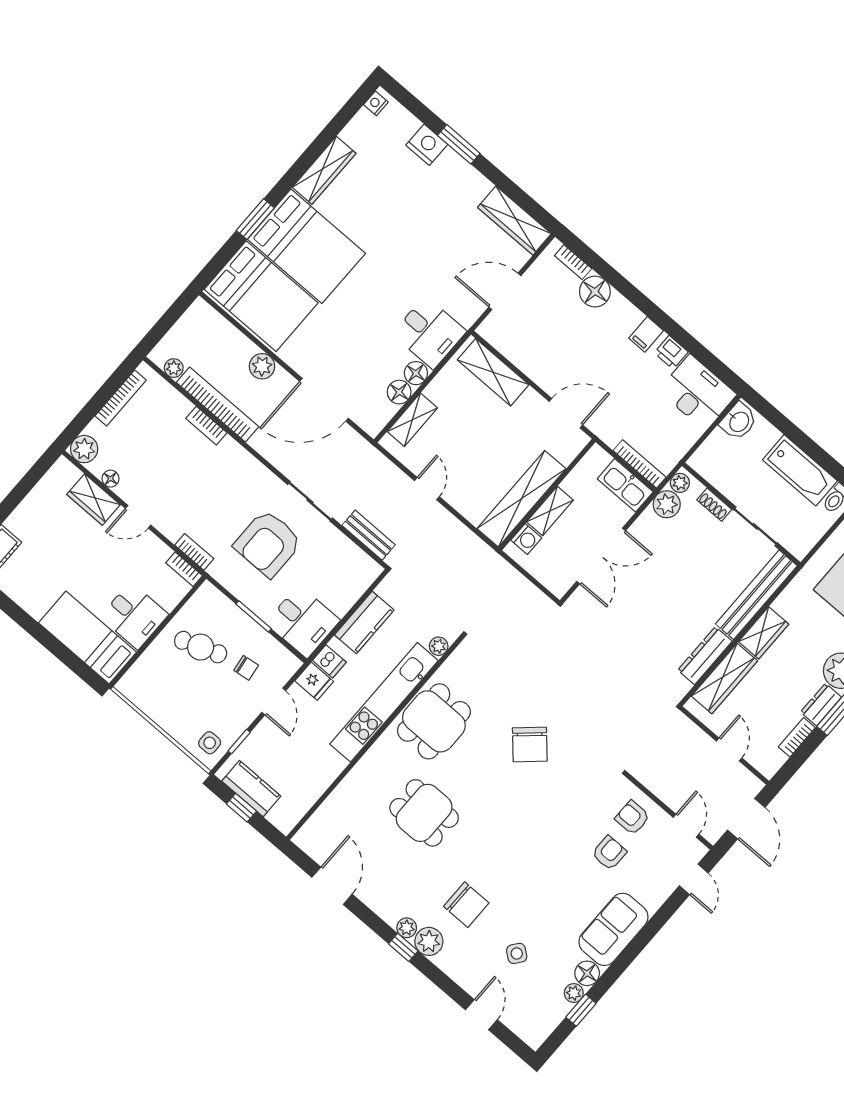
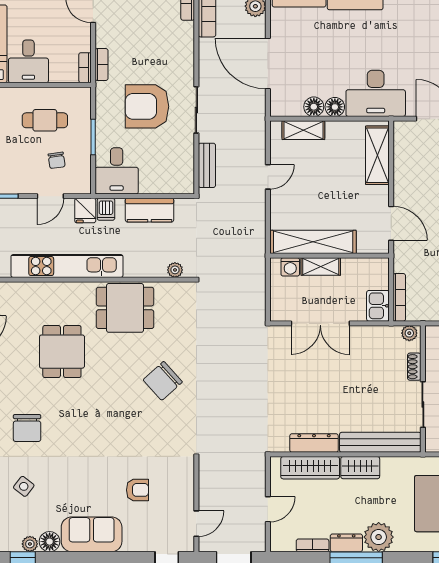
desk: (429, 333) -> (376, 93), width x1.37
kitchen sink: (625, 485) -> (378, 306), width x0.73
plant: (667, 504) -> (389, 336), removed
cafe table: (201, 647) -> (45, 120), turned -70
kitchen unit: (384, 702) -> (67, 266), moved
armchair: (632, 818) -> (172, 485), removed

